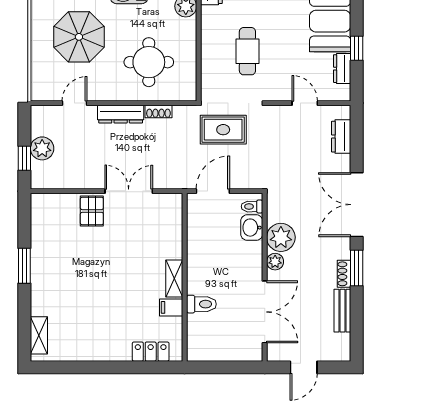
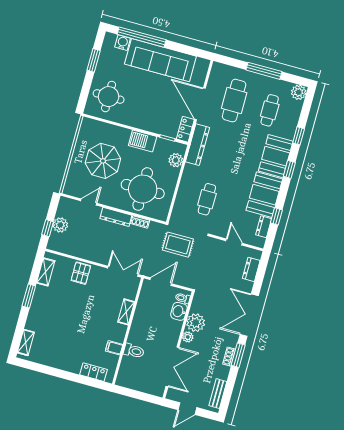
round table: (149, 62) -> (143, 189), width x1.36, depth x1.36
double door: (129, 191) -> (123, 271), moved
shelving: (40, 223) -> (46, 272), added
shelving: (174, 278) -> (126, 312), moved
bench: (342, 311) -> (218, 394), moved

